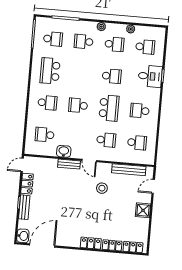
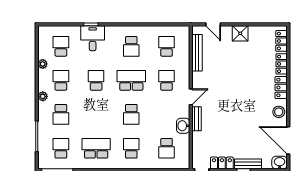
school desk: (50, 71) -> (96, 148), turned 180
stool: (102, 188) -> (279, 112), moved

